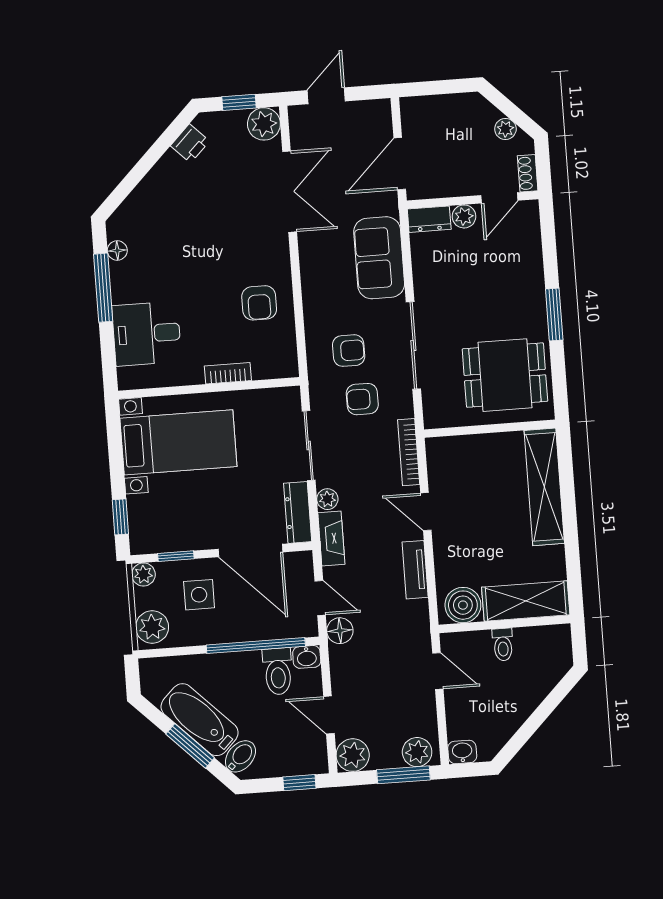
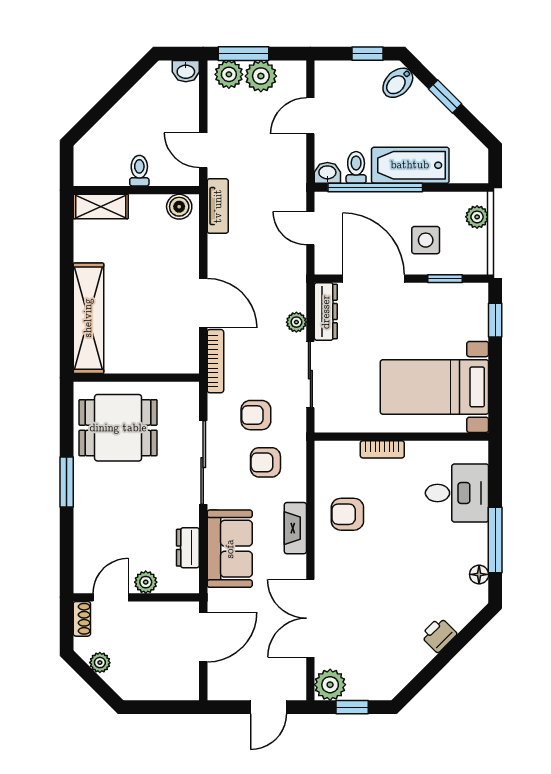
printer: (190, 143) -> (439, 635), moved
dresser: (429, 219) -> (188, 548), moved, turned -90
armchair: (259, 303) -> (347, 514), turned -90
armchair: (362, 399) -> (256, 415), turned 180
door: (426, 512) -> (203, 303), width x1.38
fireplace: (331, 538) -> (295, 528), moved
tv unit: (415, 570) -> (218, 206), moved
plant: (143, 574) -> (477, 263), removed
shelving: (526, 601) -> (101, 206), width x0.67, depth x0.75
boiler: (463, 605) -> (179, 207), width x0.73, depth x0.73
plant: (152, 627) -> (477, 217), width x0.73, depth x0.73
floor lamp: (340, 631) -> (294, 196), removed
toilet: (278, 671) -> (356, 167), width x0.73, depth x0.72
door: (329, 715) -> (310, 116), swing flipped
bathtub: (200, 720) -> (410, 165), moved, turned 135
window: (190, 746) -> (445, 96), width x0.67
plant: (353, 755) -> (261, 76), moved
window: (299, 783) -> (368, 54), moved

